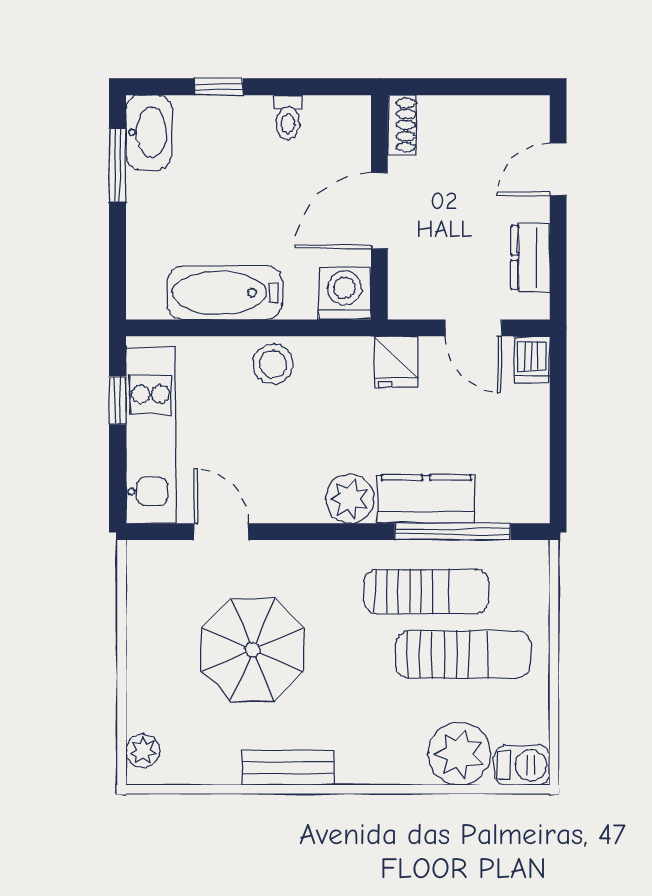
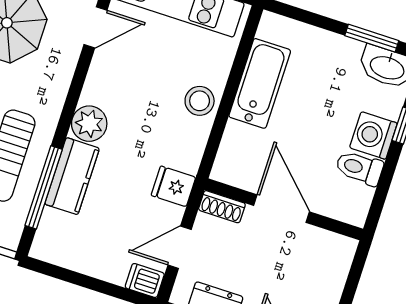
toilet: (288, 117) -> (359, 168), width x1.37, depth x1.39
shoe rack: (402, 125) -> (222, 207), moved
washing machine: (345, 293) -> (373, 135), moved, turned 180

